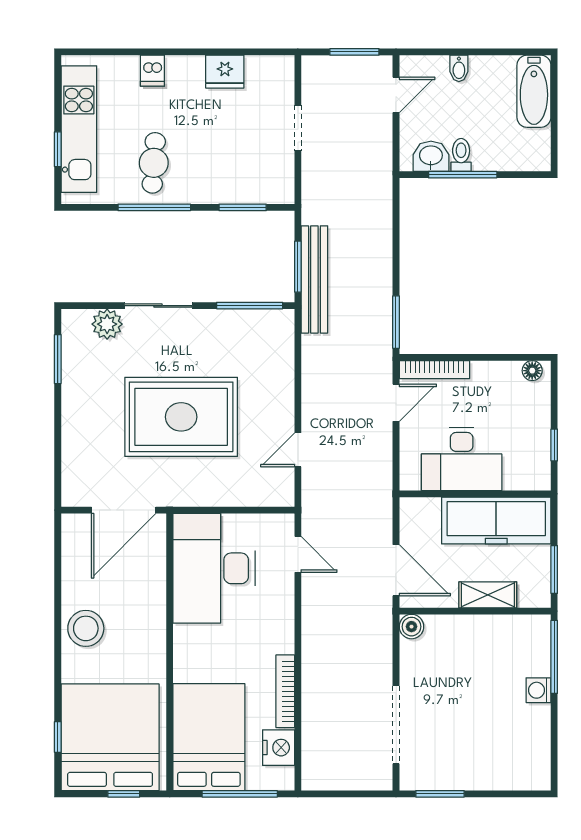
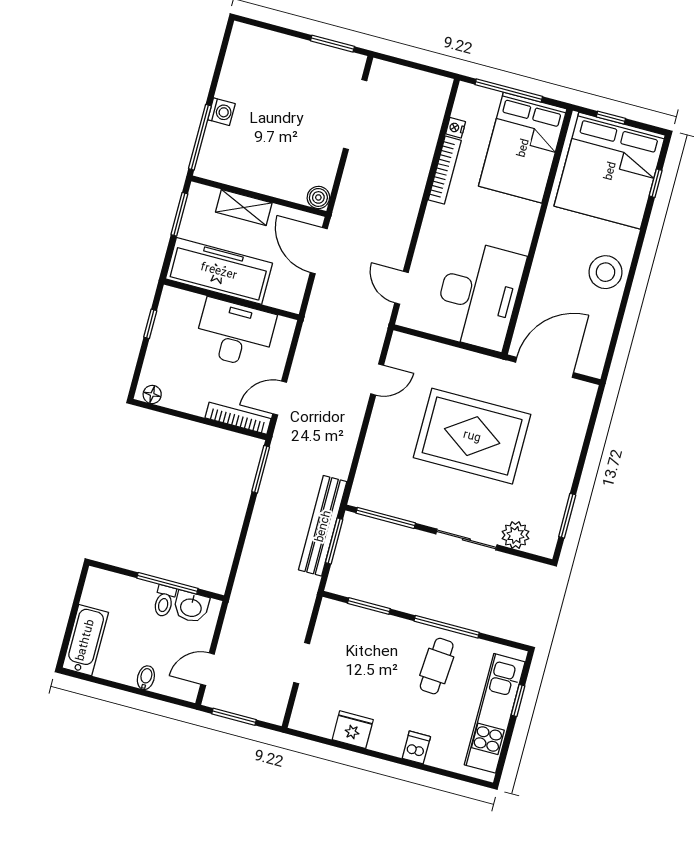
nightstand: (279, 748) -> (456, 128), width x0.53, depth x0.56

